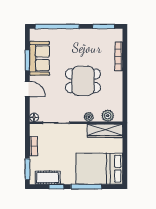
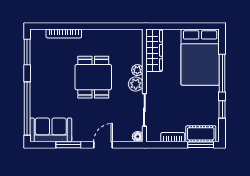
sofa: (40, 58) -> (51, 130), moved
plant: (108, 116) -> (136, 84), moved
cot: (48, 178) -> (201, 134), moved, turned 90

